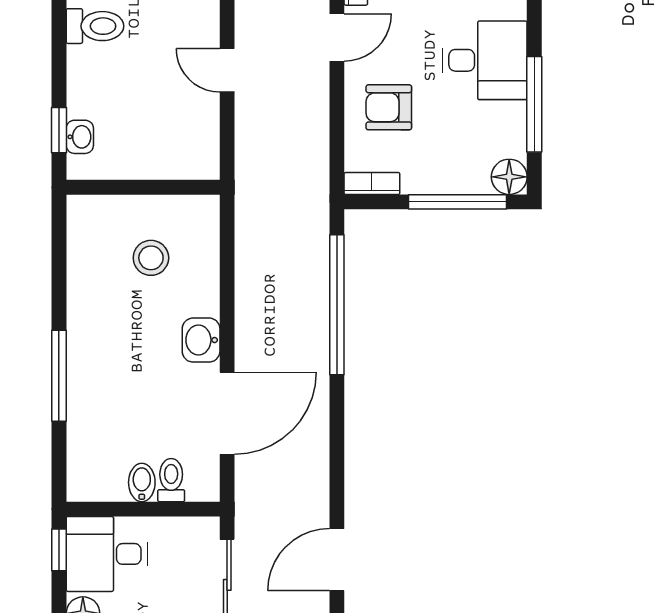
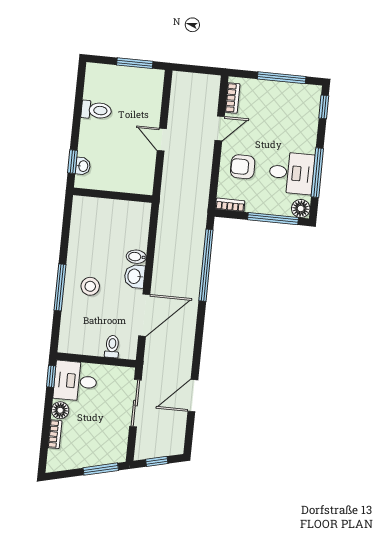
desk: (485, 60) -> (292, 173), moved
stool: (151, 258) -> (90, 286), moved
bidet: (142, 482) -> (136, 257), moved, turned -90

